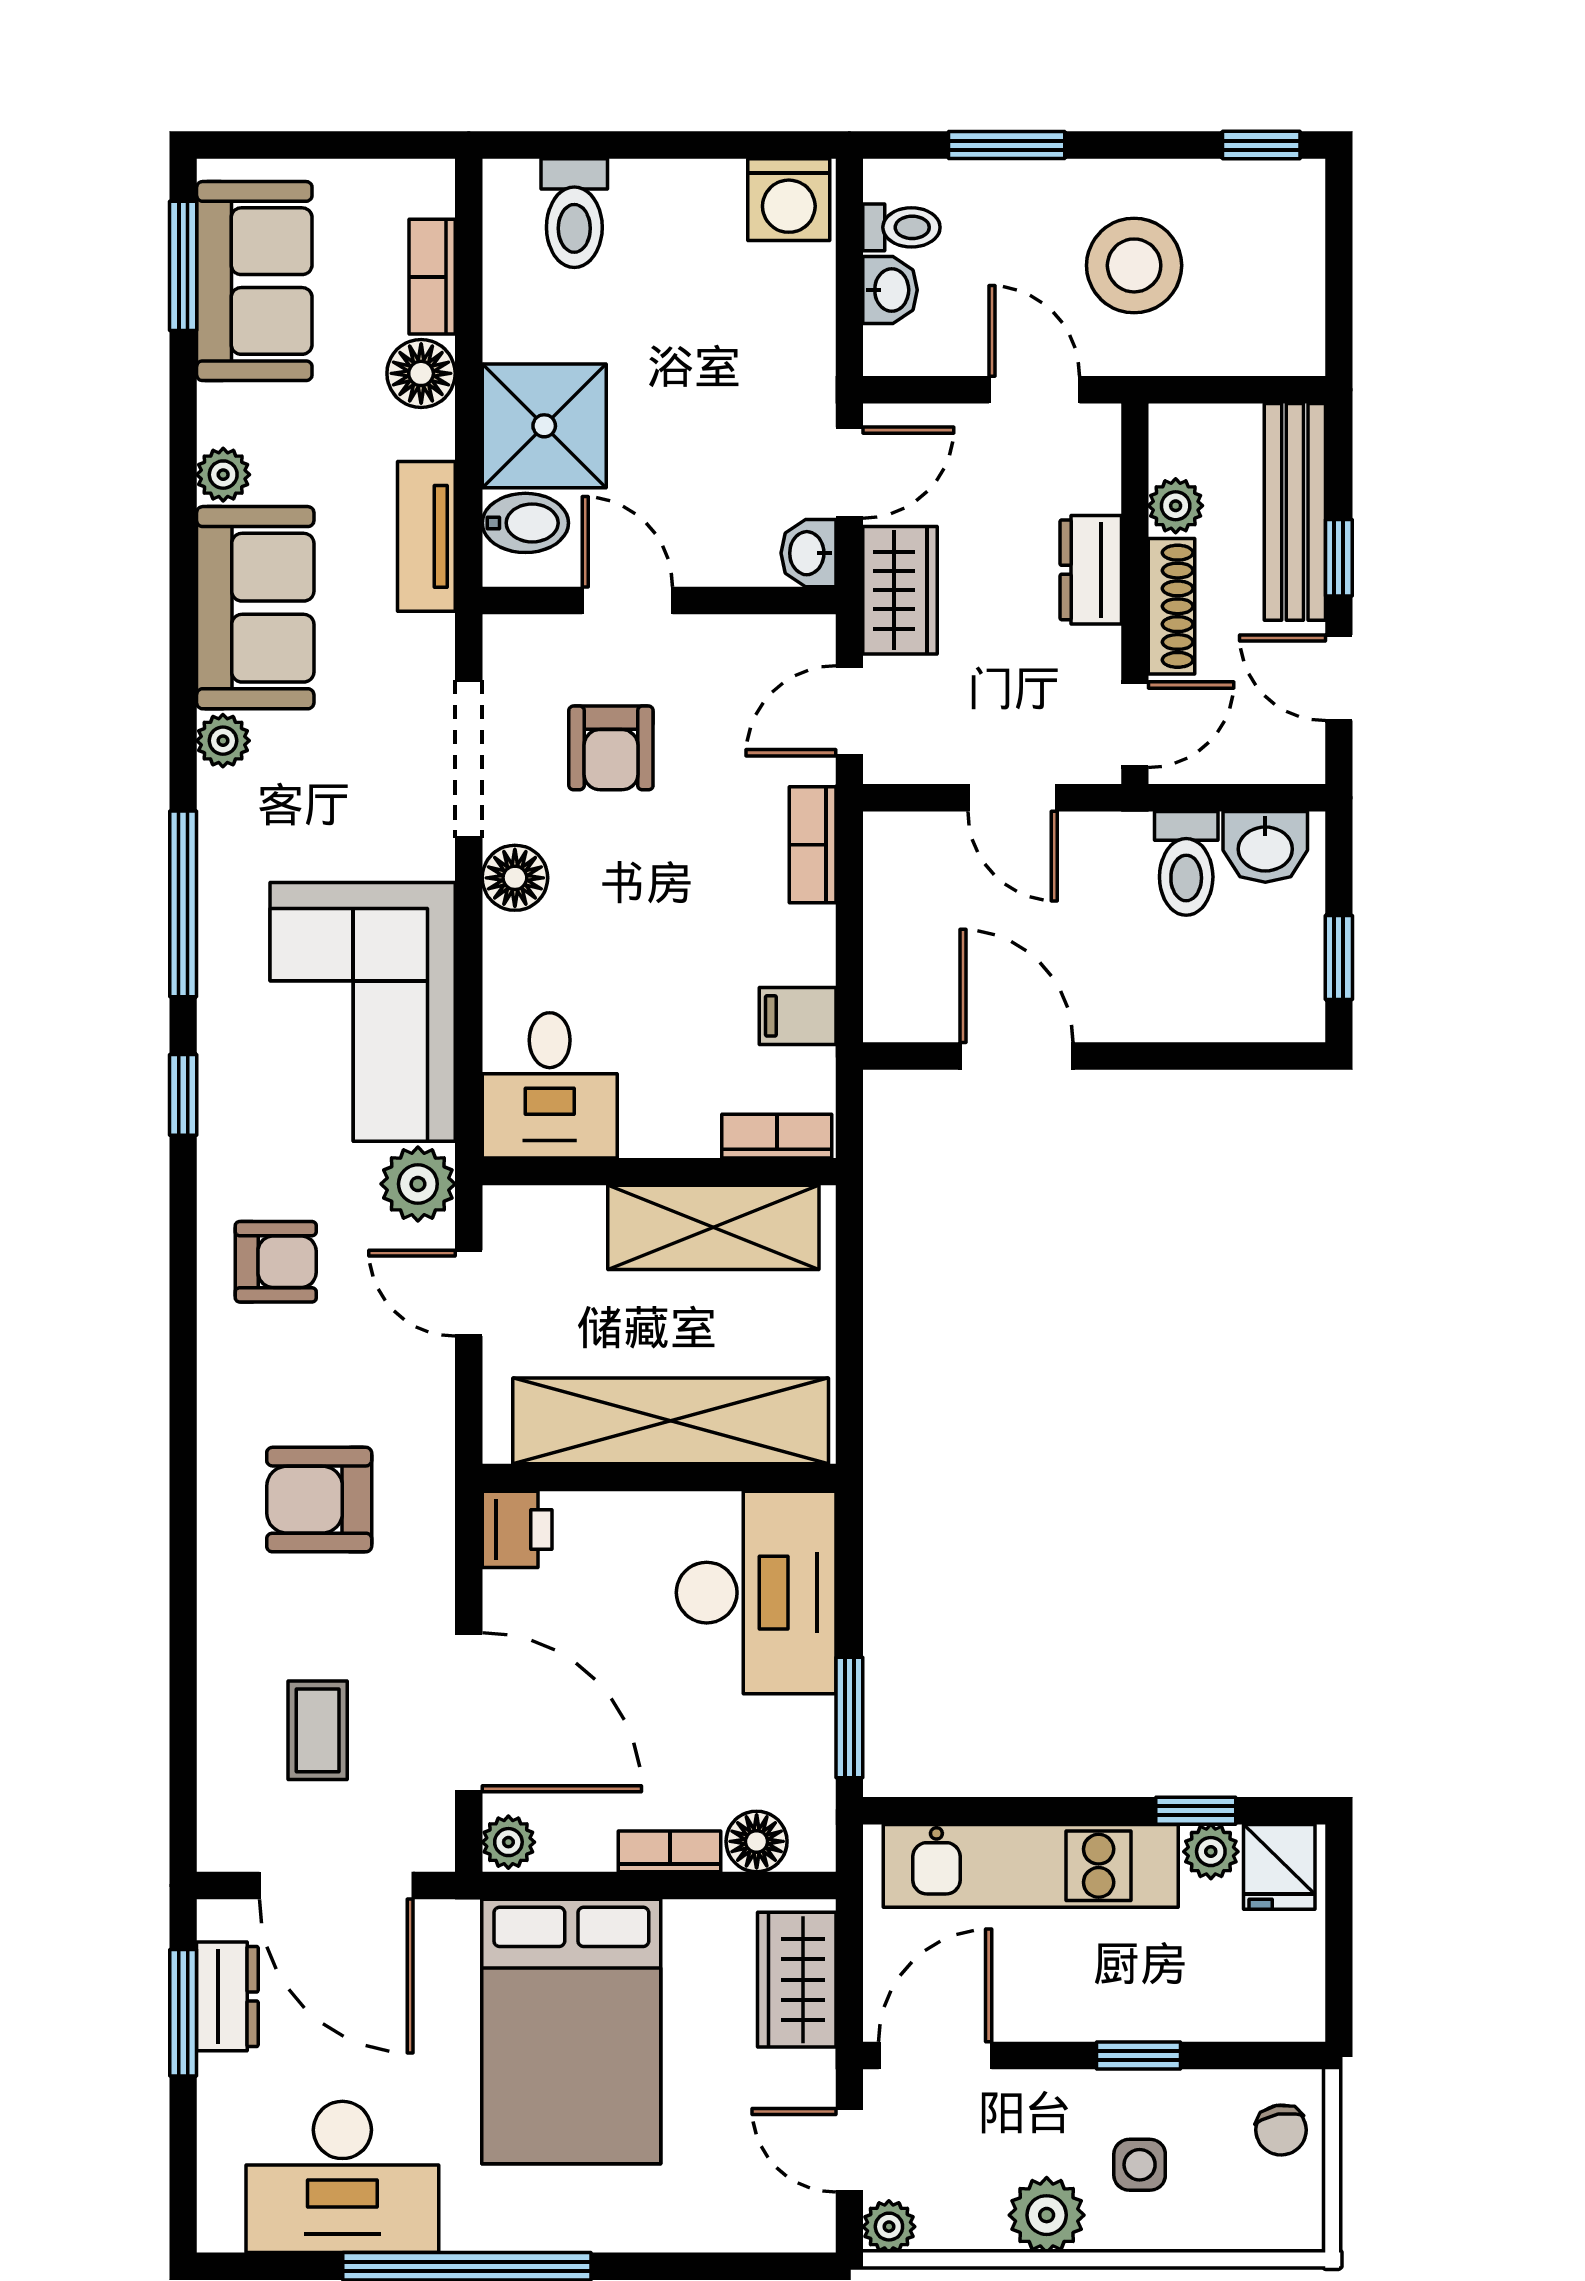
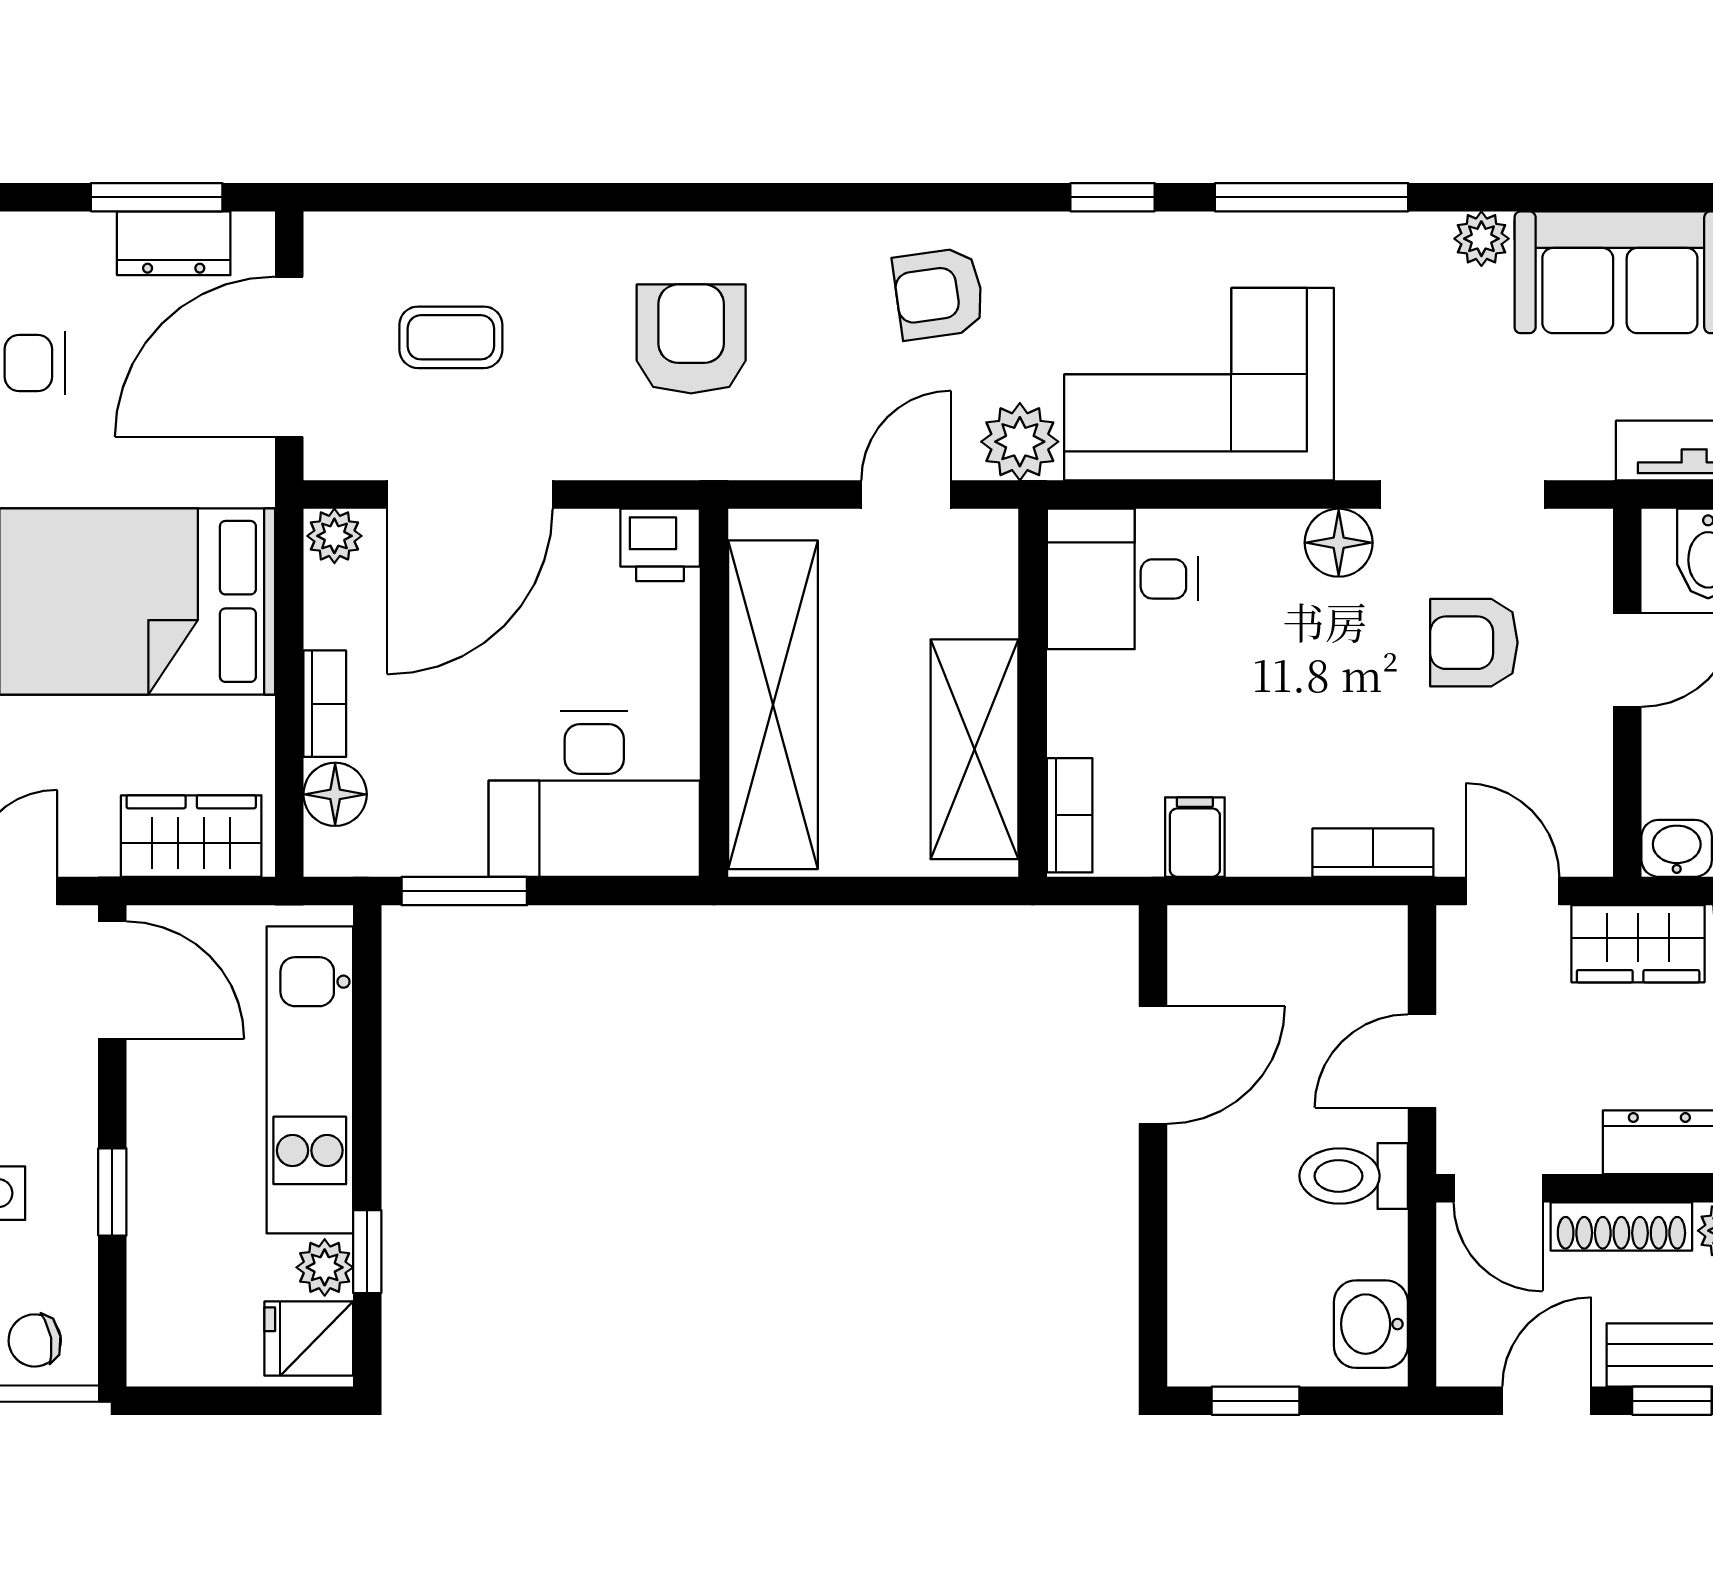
toilet: (1186, 863) -> (1354, 1176), moved
armchair: (276, 1262) -> (939, 294), turned 82

